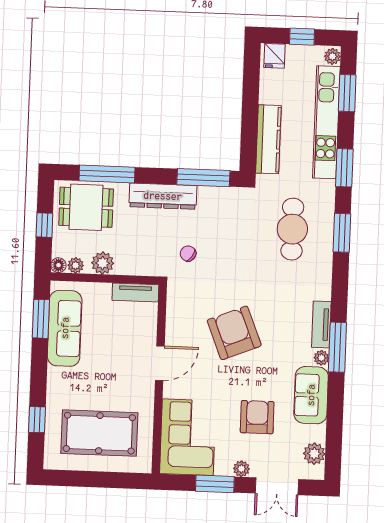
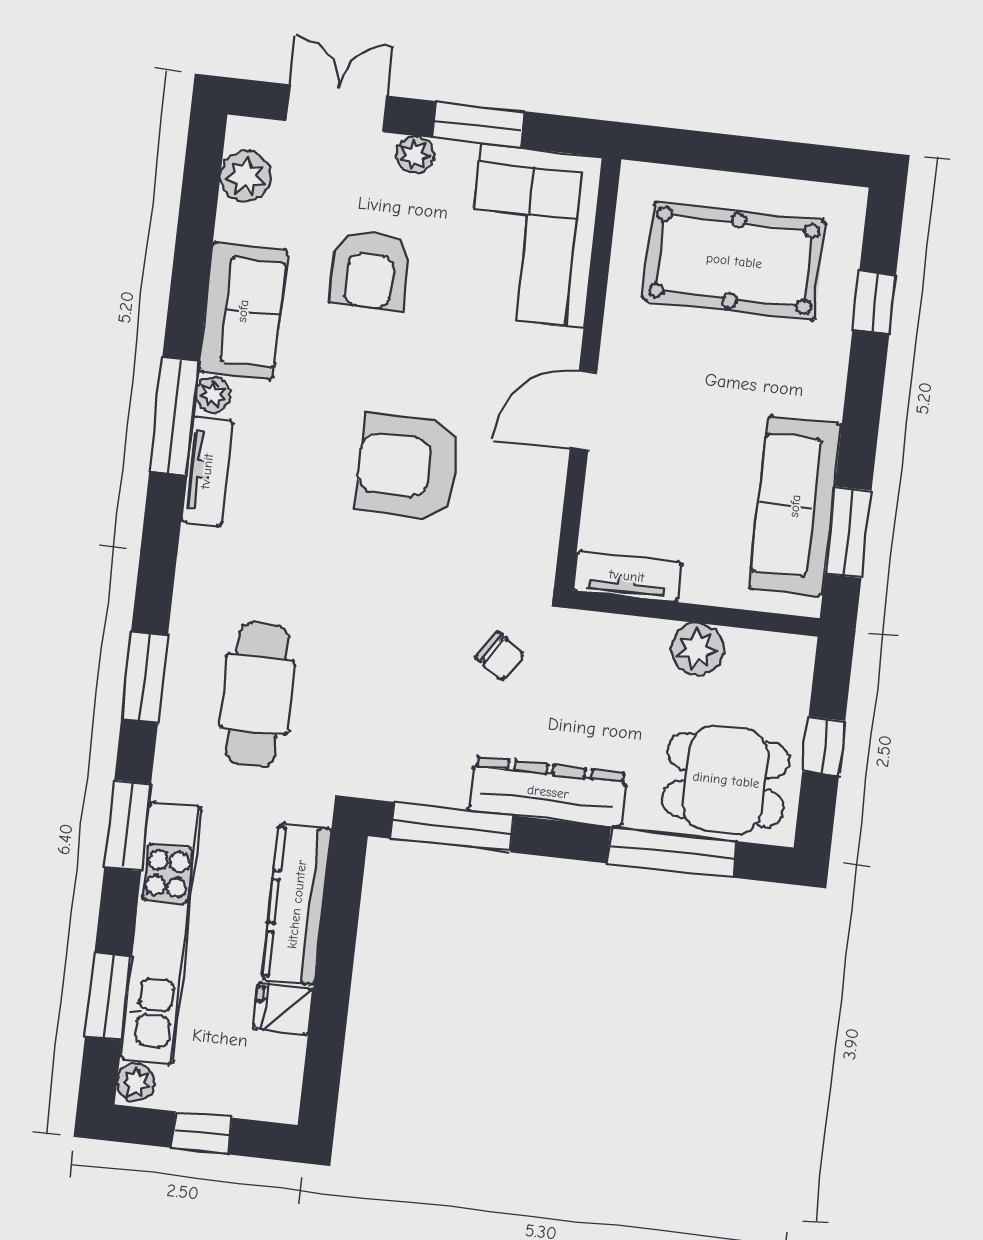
fridge: (275, 56) -> (283, 1009), moved, turned -90
floor lamp: (58, 265) -> (799, 652), removed
plant: (76, 265) -> (759, 648), removed
armchair: (234, 333) -> (408, 467), turned 112

